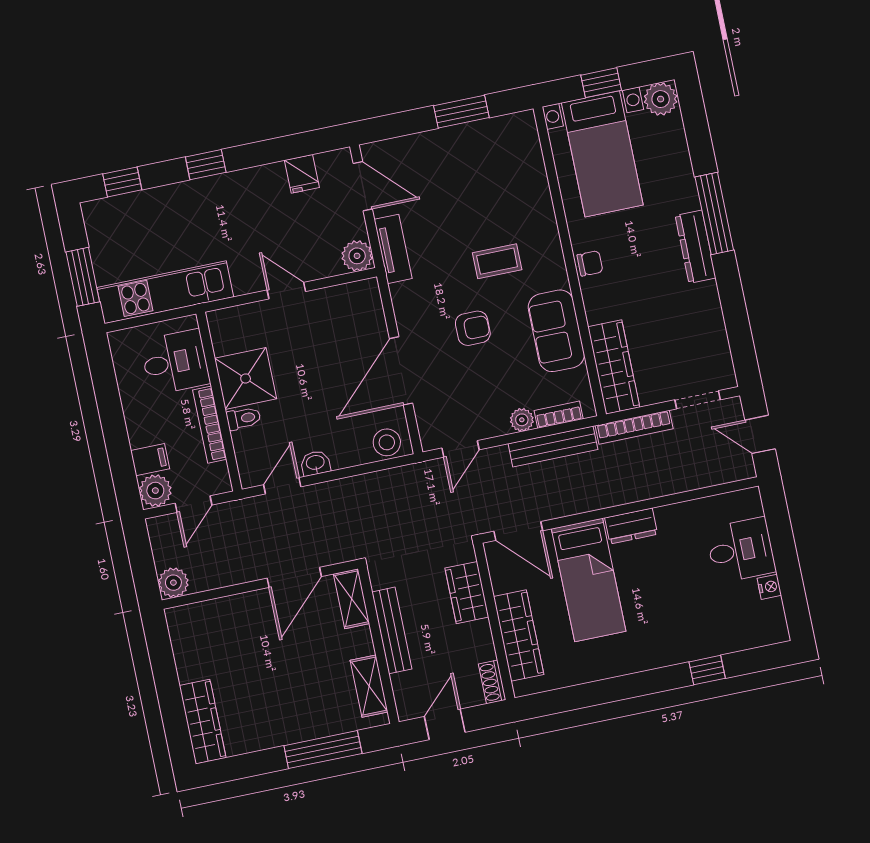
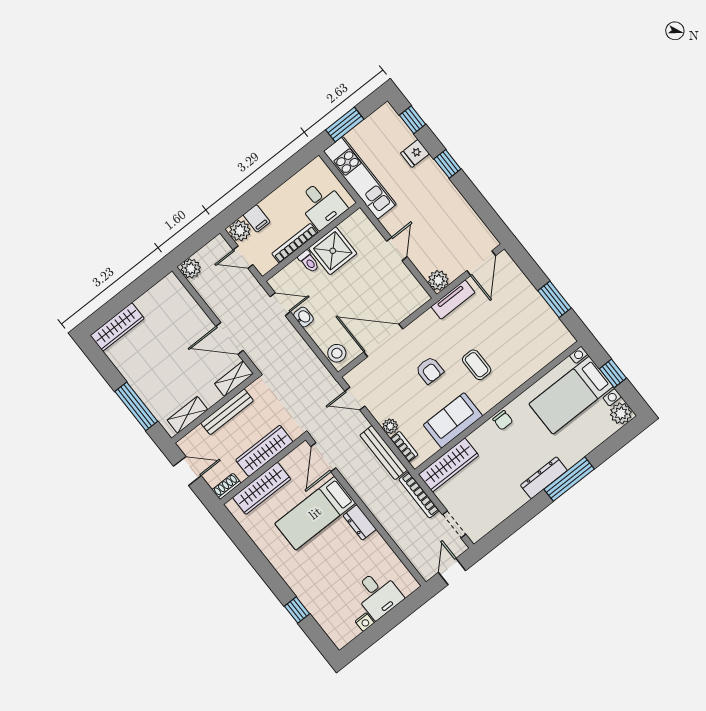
fridge: (302, 174) -> (415, 153), moved
wardrobe: (467, 593) -> (264, 451), width x1.50

